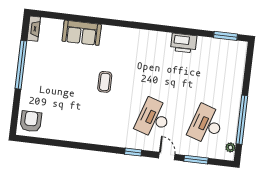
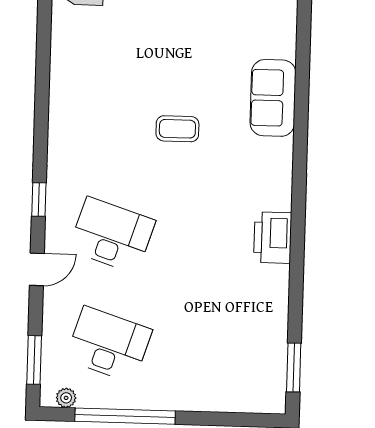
sofa: (82, 33) -> (273, 98), moved
printer: (184, 43) -> (273, 238), moved
window: (196, 160) -> (34, 360), moved

